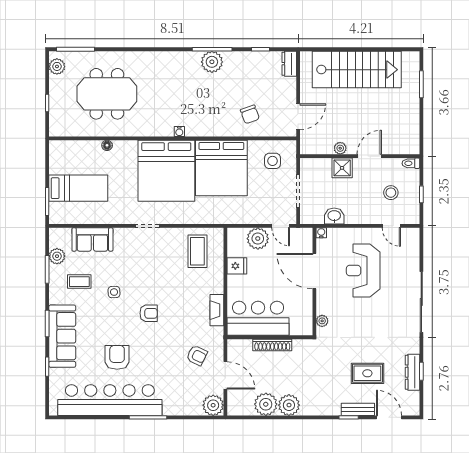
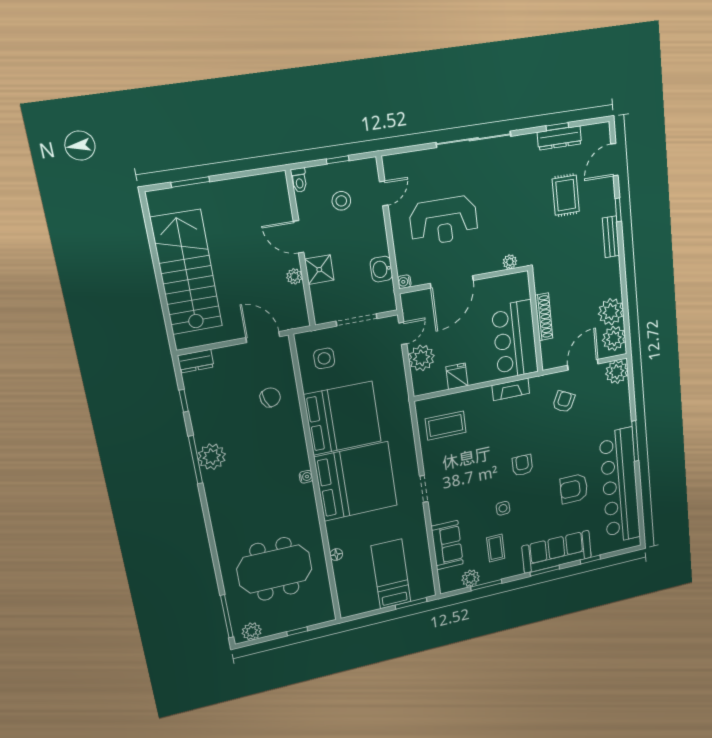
meeting table: (107, 94) -> (274, 569), turned 90
plant: (289, 405) -> (614, 338), moved
bench: (358, 409) -> (611, 237), moved

